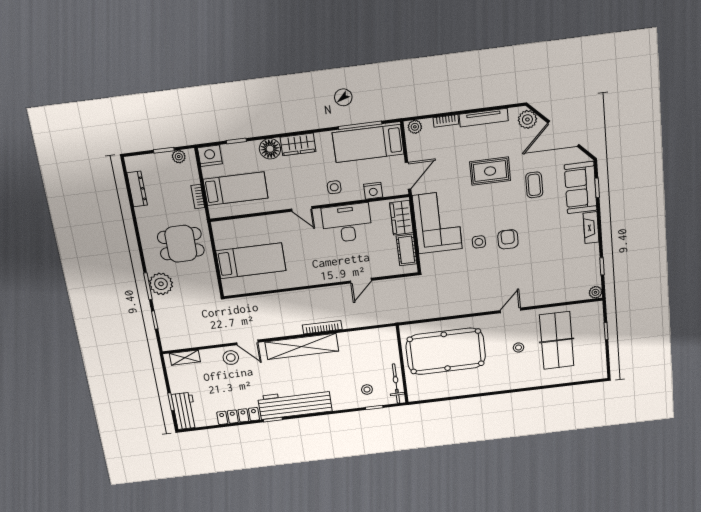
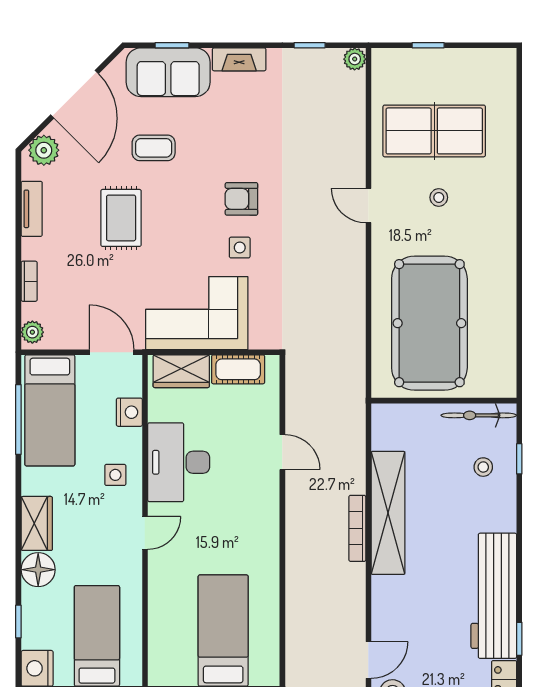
tv unit: (484, 118) -> (32, 209), width x0.71
shelving: (302, 346) -> (388, 513), moved

